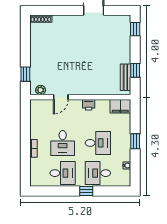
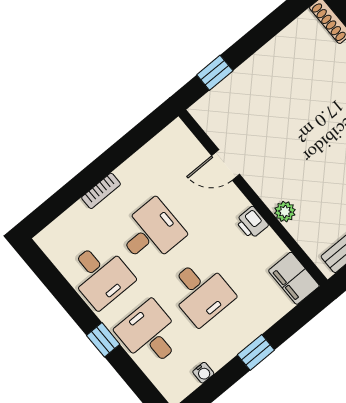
plant: (41, 90) -> (285, 212), moved
desk: (63, 143) -> (151, 232), turned 180

